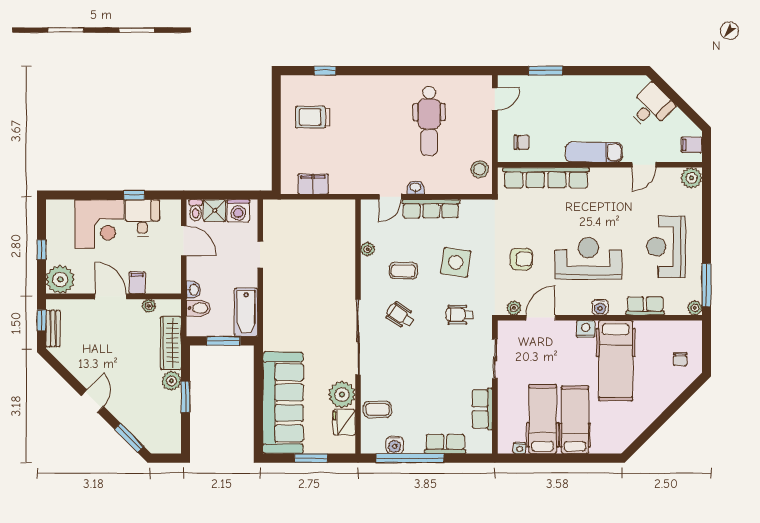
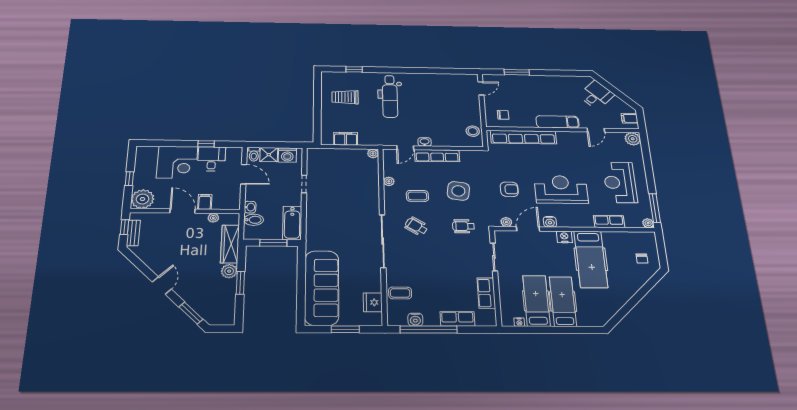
dental chair: (429, 121) -> (390, 96), moved
water cooler: (600, 307) -> (550, 222), moved
plant: (342, 395) -> (373, 153), moved, width x0.53, depth x0.53

